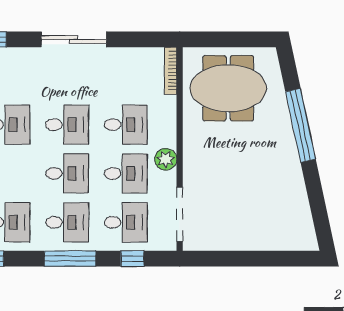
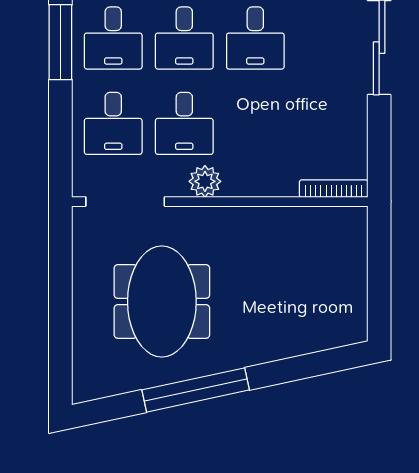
meeting table: (228, 88) -> (162, 301), moved
desk: (126, 125) -> (255, 123), removed
window: (301, 125) -> (196, 390), moved
window: (132, 259) -> (60, 133), removed

